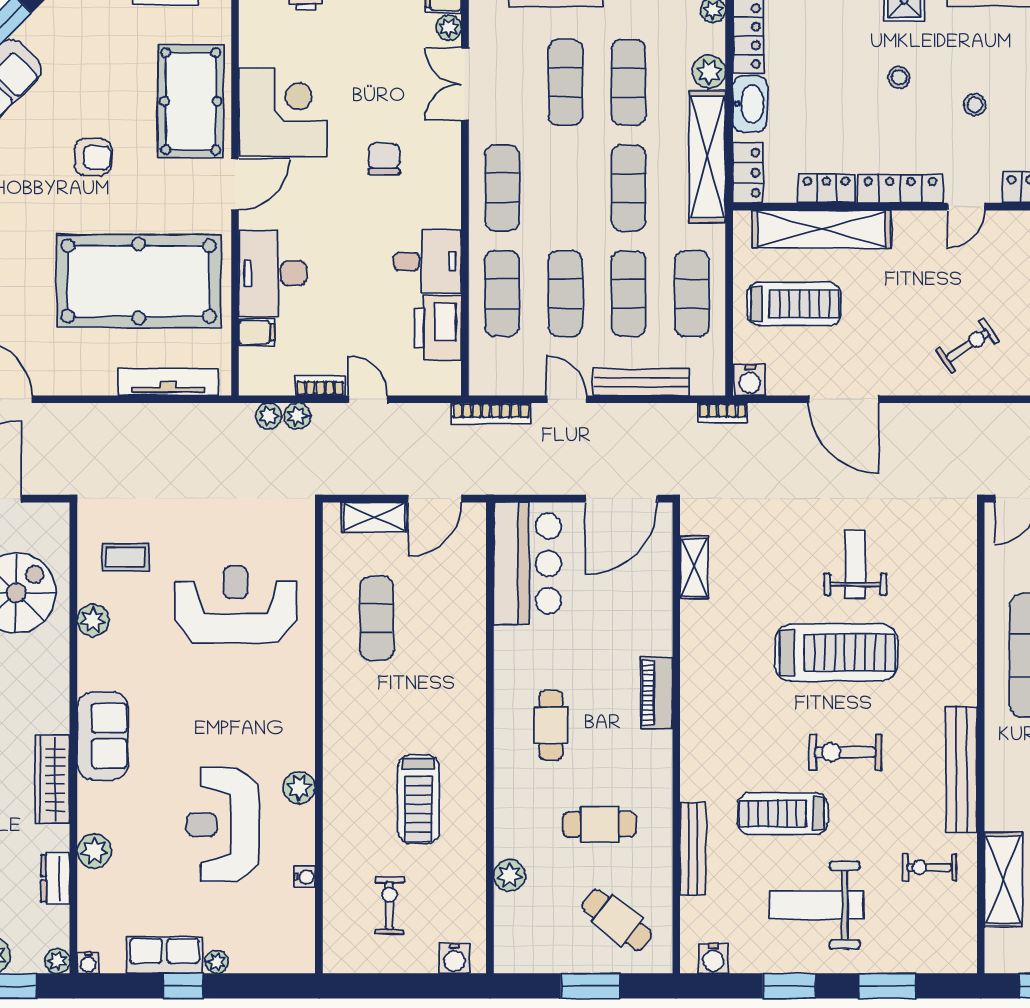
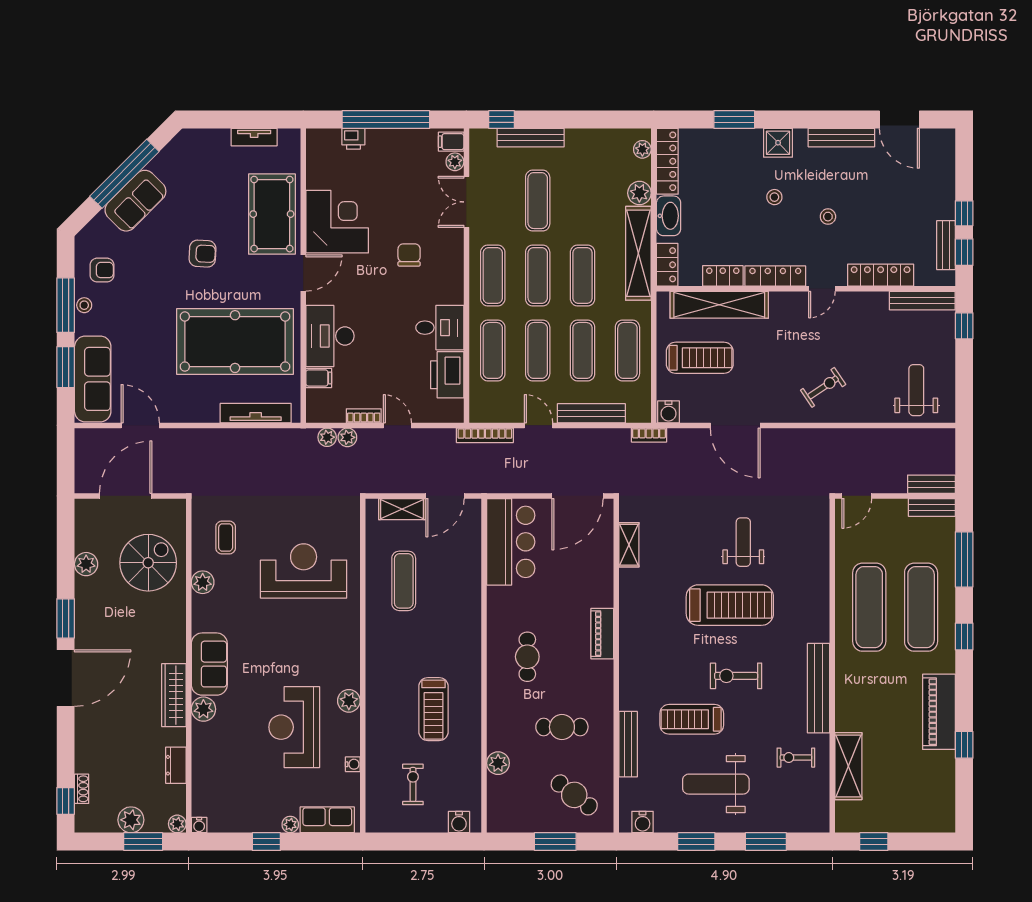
exercise mat: (629, 82) -> (538, 276), moved
coffee table: (125, 557) -> (226, 537), turned 90
plant: (94, 851) -> (203, 709), moved
row of seats: (164, 955) -> (327, 820), moved

